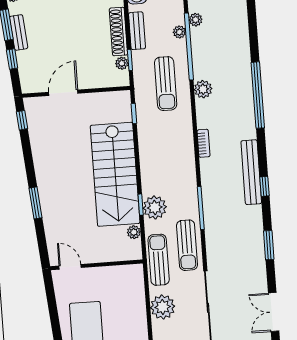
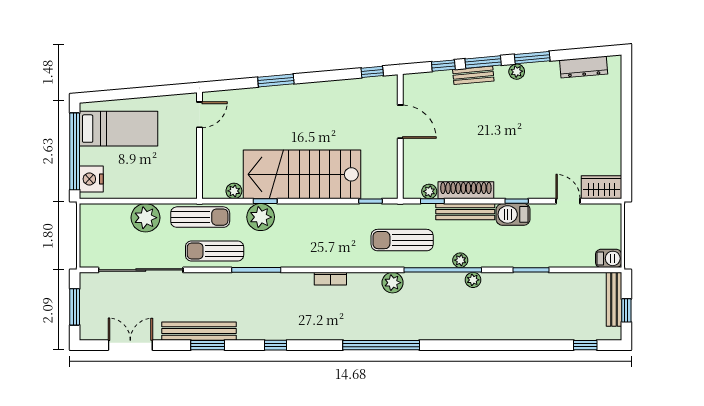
bench: (137, 31) -> (465, 212), width x1.36
bench: (251, 172) -> (199, 331), moved

